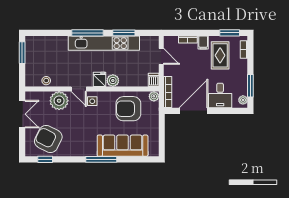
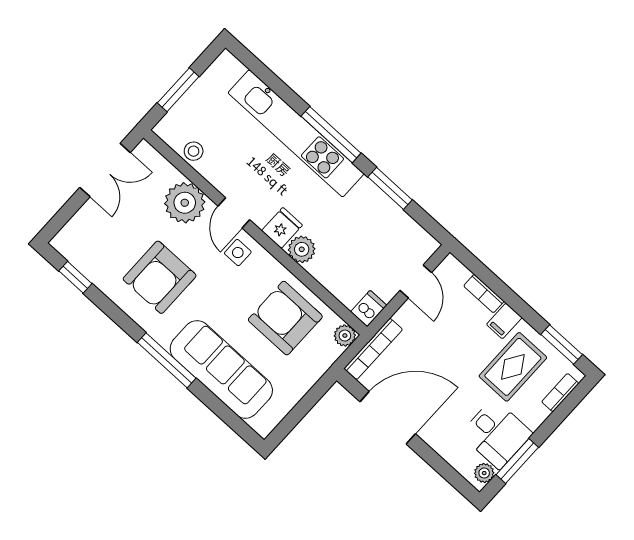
kitchen unit: (104, 43) -> (296, 133), moved
window: (22, 53) -> (178, 90), moved
desk: (220, 95) -> (496, 434), moved, turned -90
armchair: (48, 139) -> (160, 277), moved, turned -117

